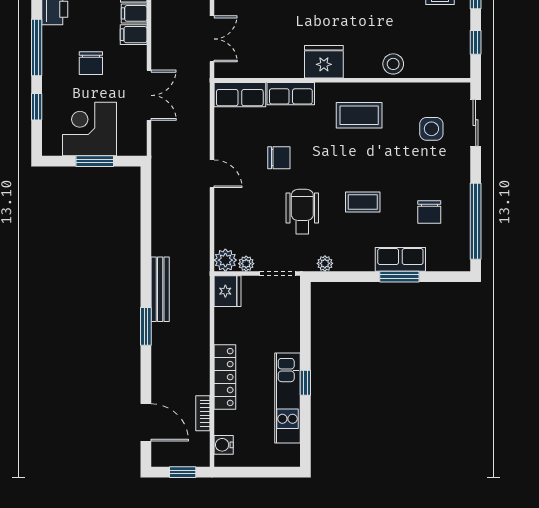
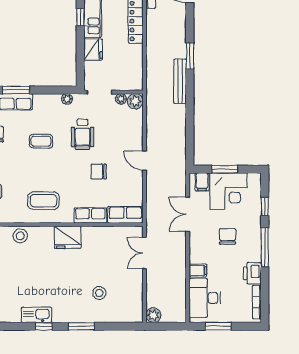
filing cabinet: (134, 35) -> (202, 182), moved, turned 90
fridge: (227, 291) -> (93, 49), moved, turned 180

